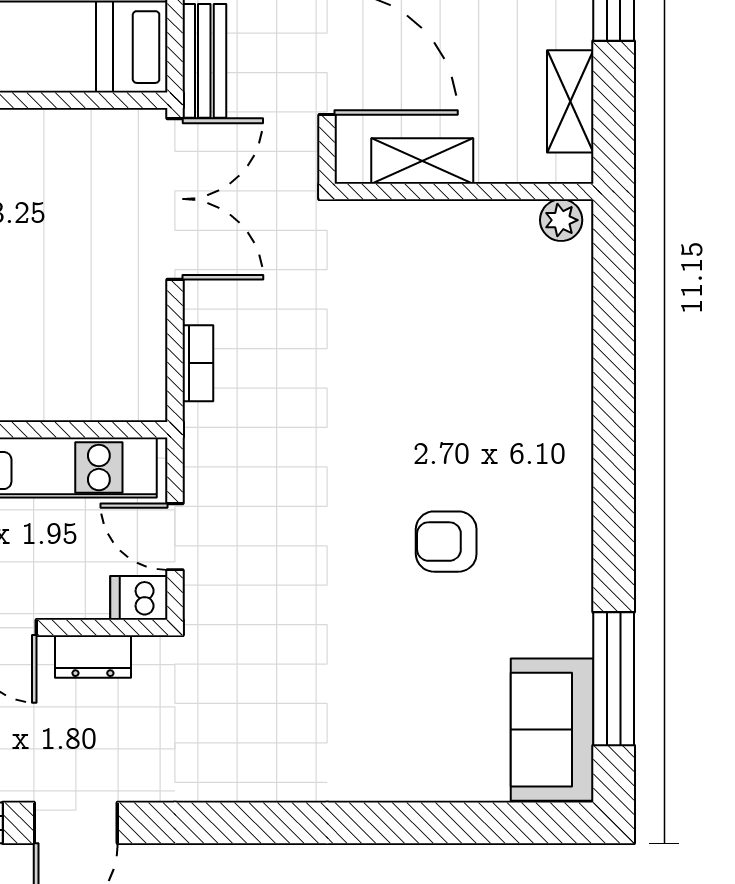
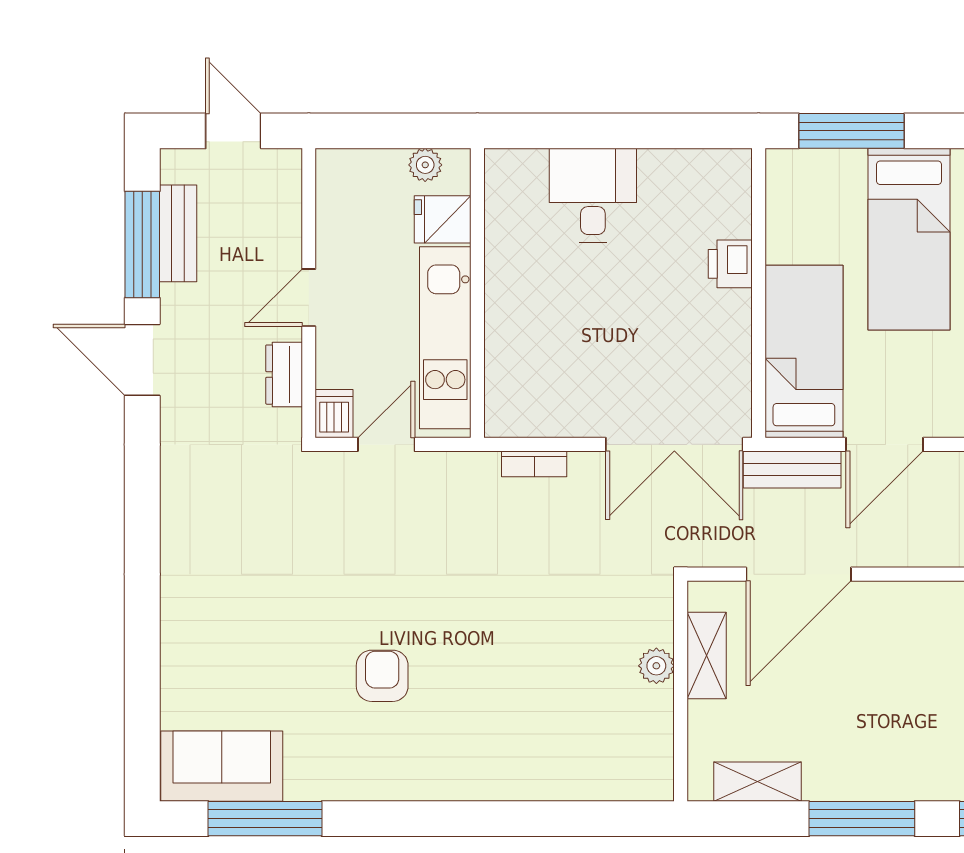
plant: (561, 220) -> (656, 666), moved

